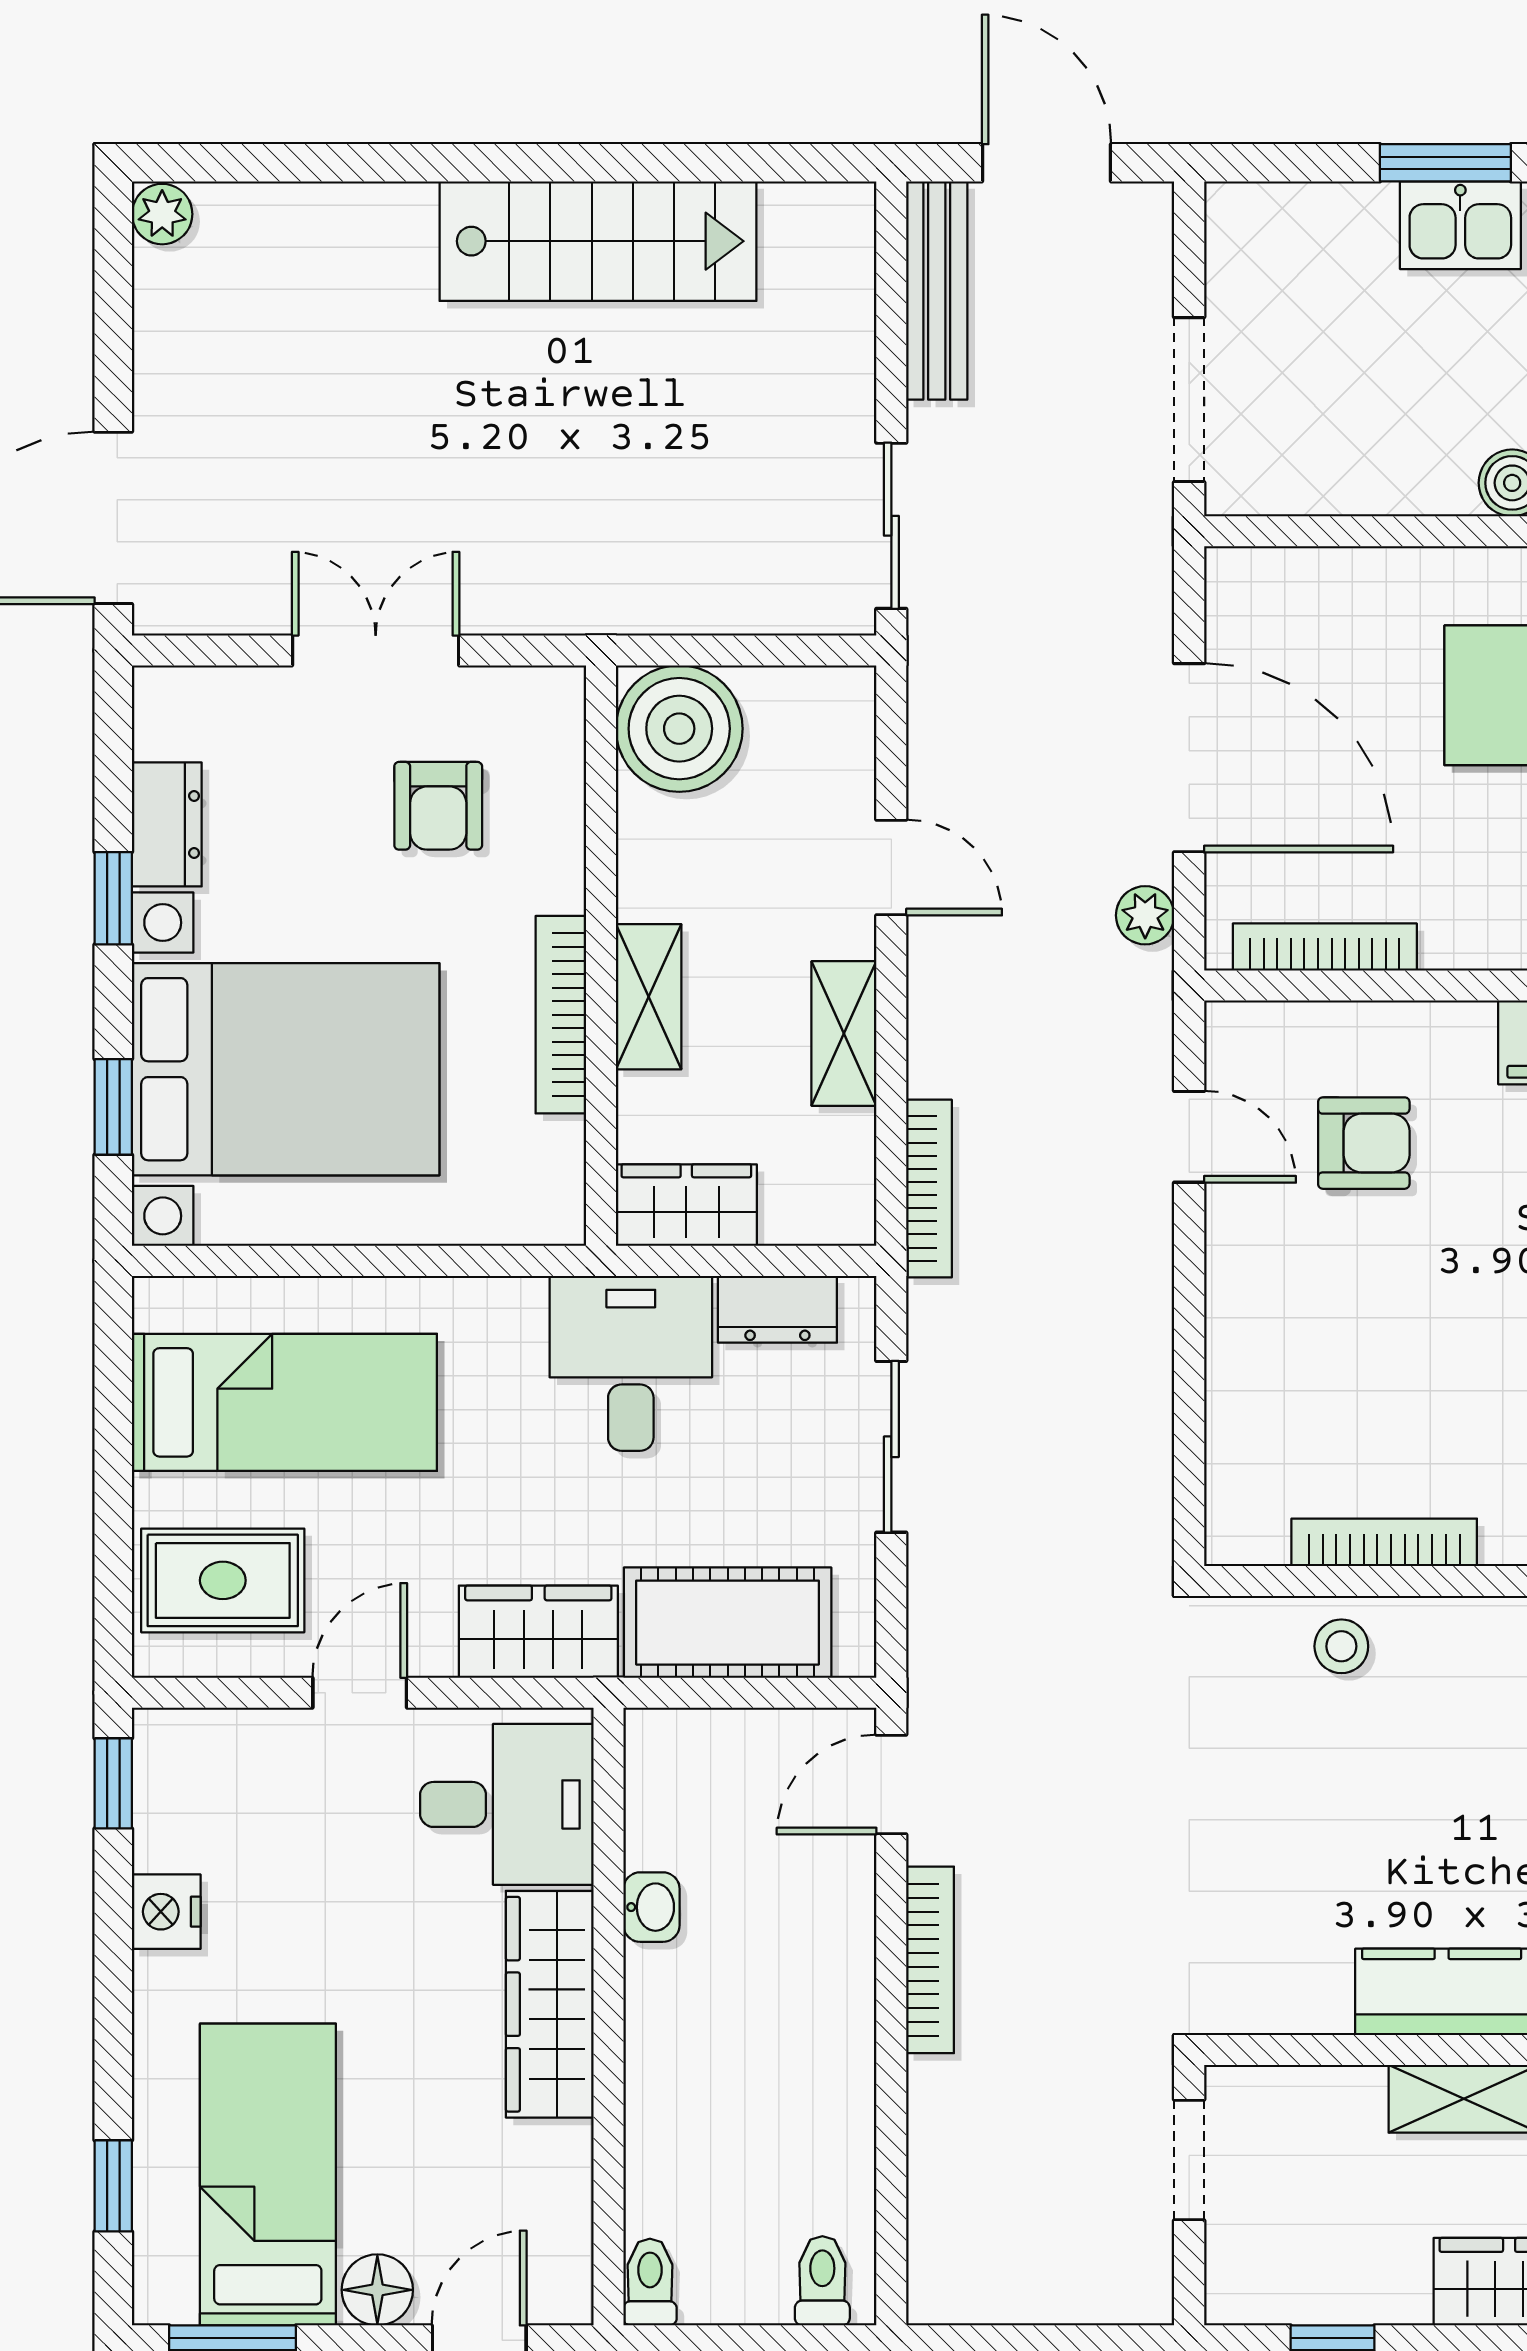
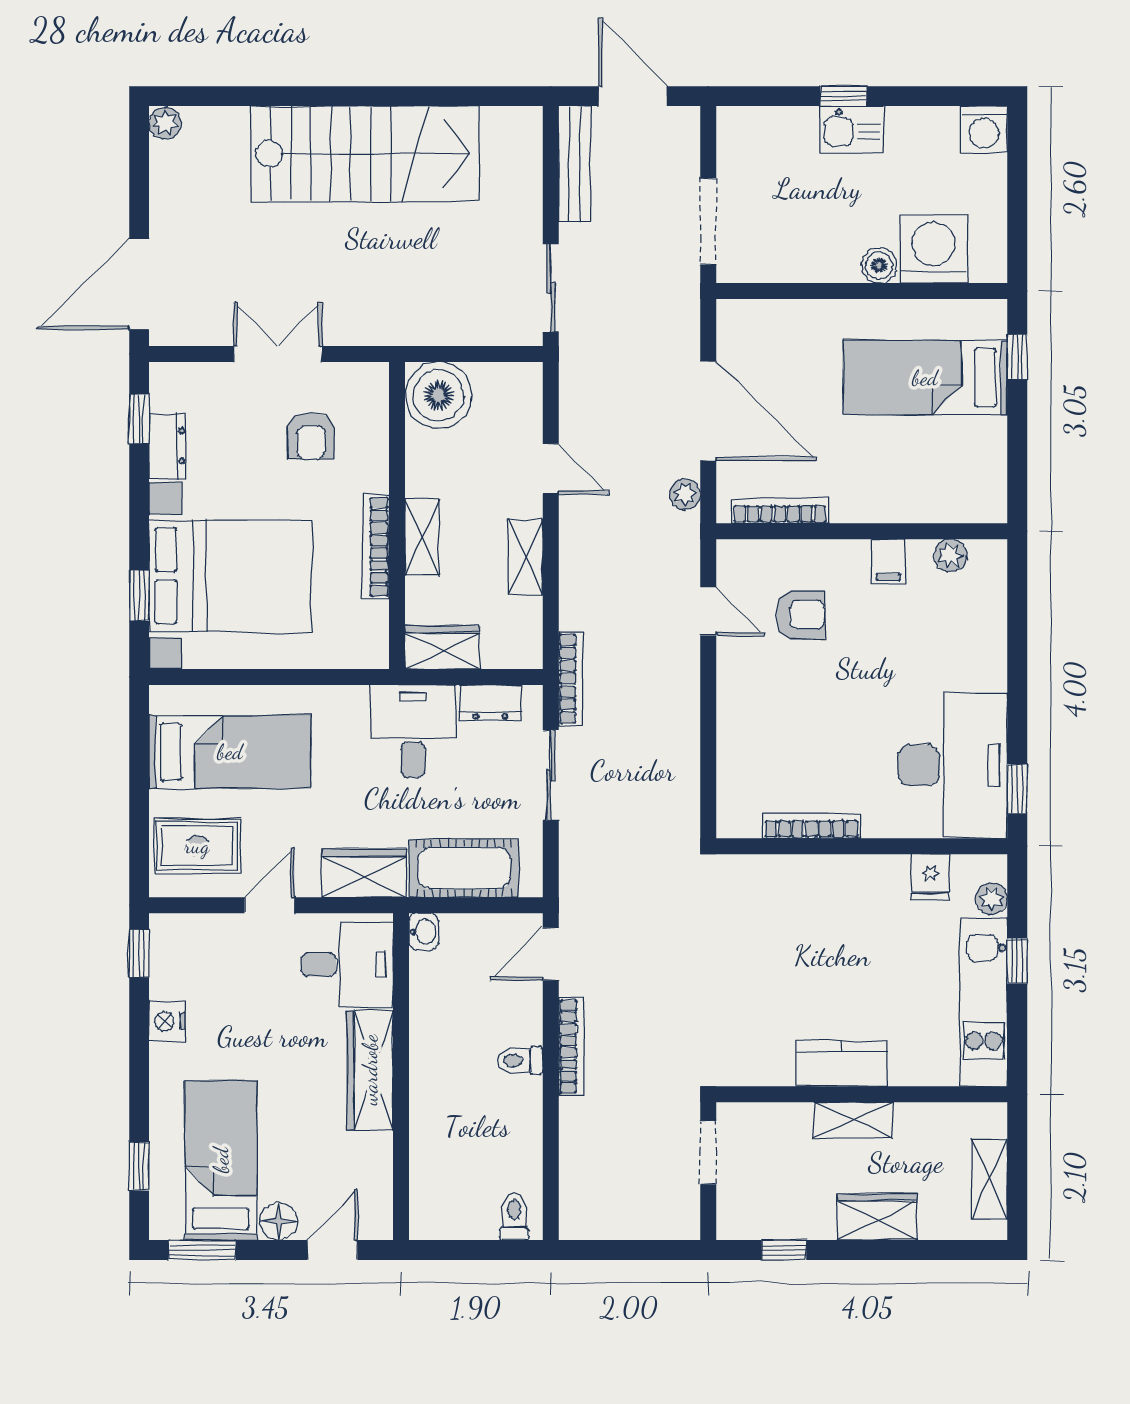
window: (1445, 163) -> (844, 96), width x0.67
stairs: (598, 241) -> (365, 154), width x1.36, depth x1.51
window: (113, 898) -> (139, 419), moved
bookcase: (929, 1189) -> (571, 679), moved
stool: (1341, 1646) -> (789, 881), removed
washbasin: (651, 1907) -> (424, 932), moved
toilet: (650, 2282) -> (520, 1060), moved, turned -90

